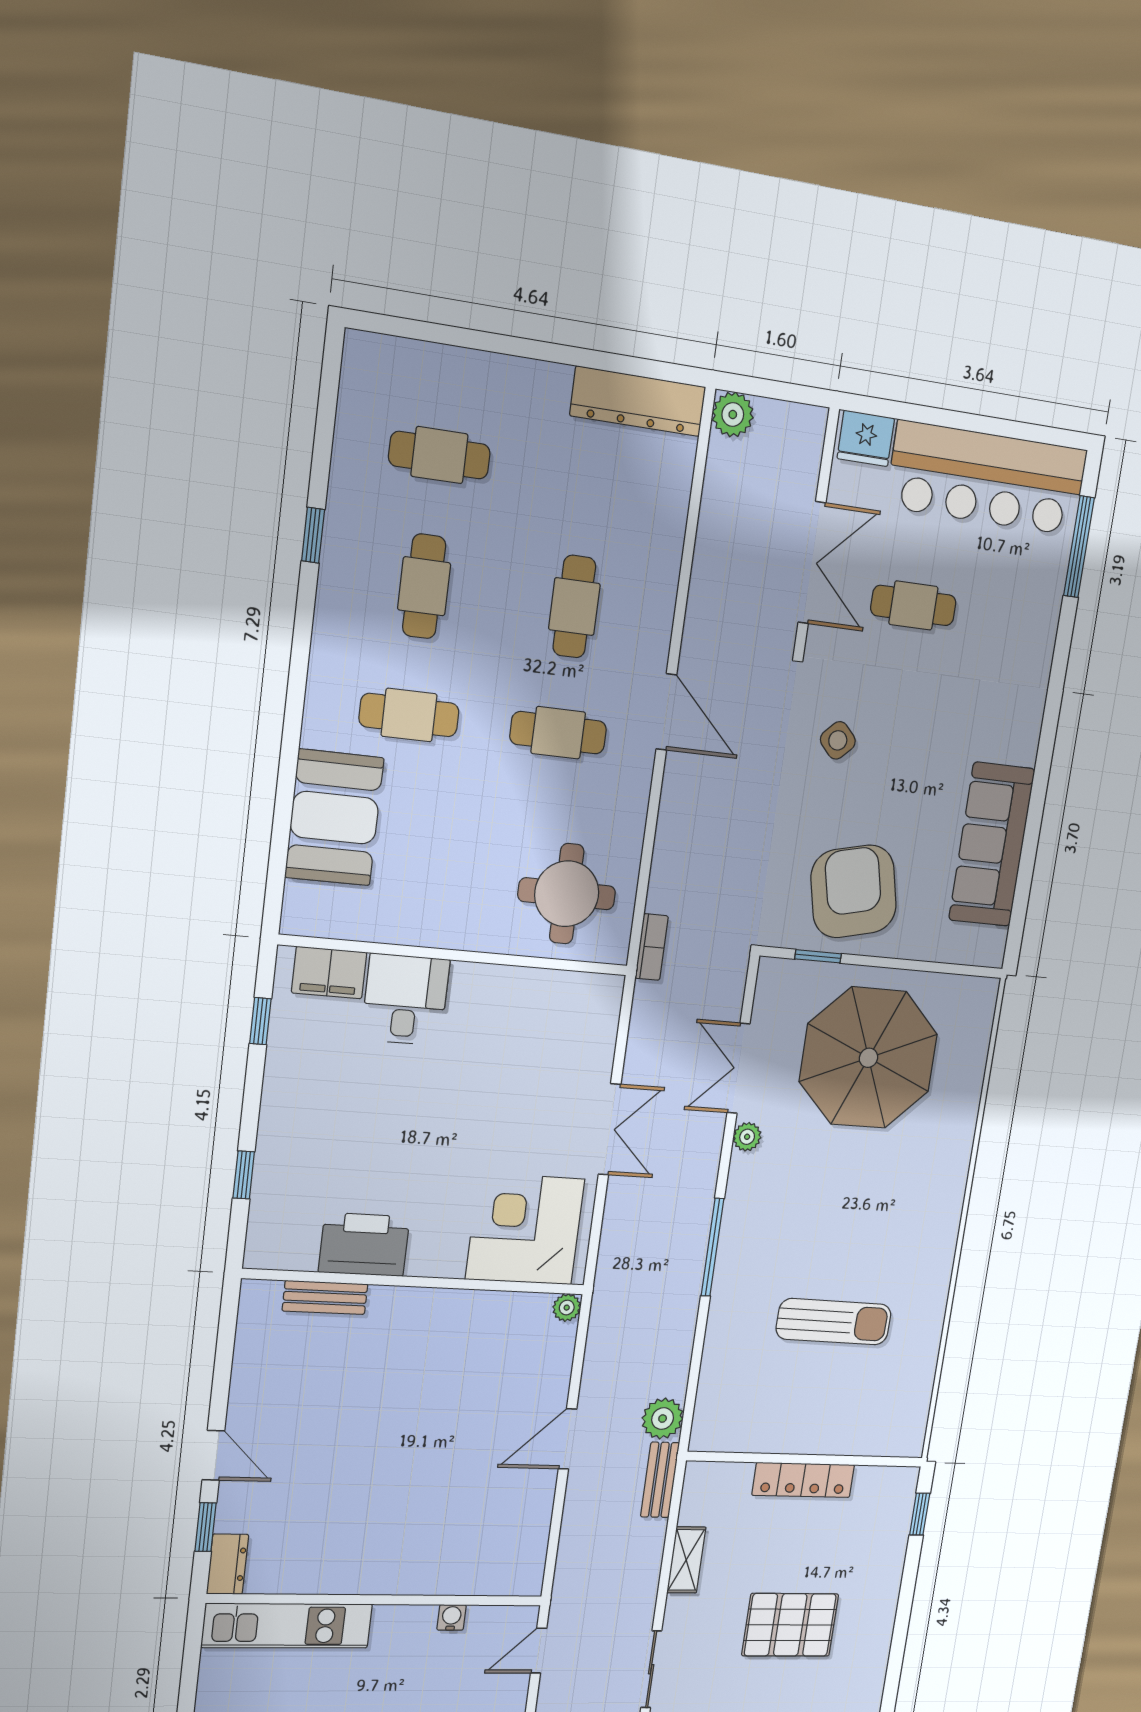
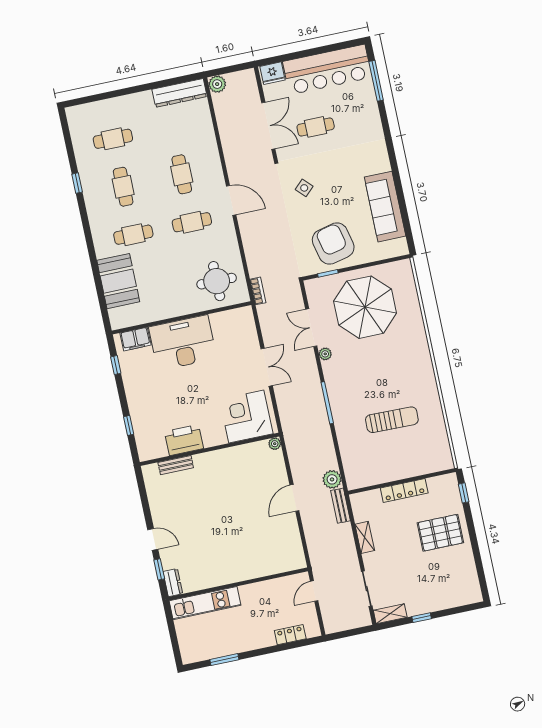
desk: (405, 1000) -> (183, 343), width x1.87, depth x1.30
water cooler: (451, 1617) -> (272, 585), removed
pallet: (790, 1625) -> (440, 533), moved

